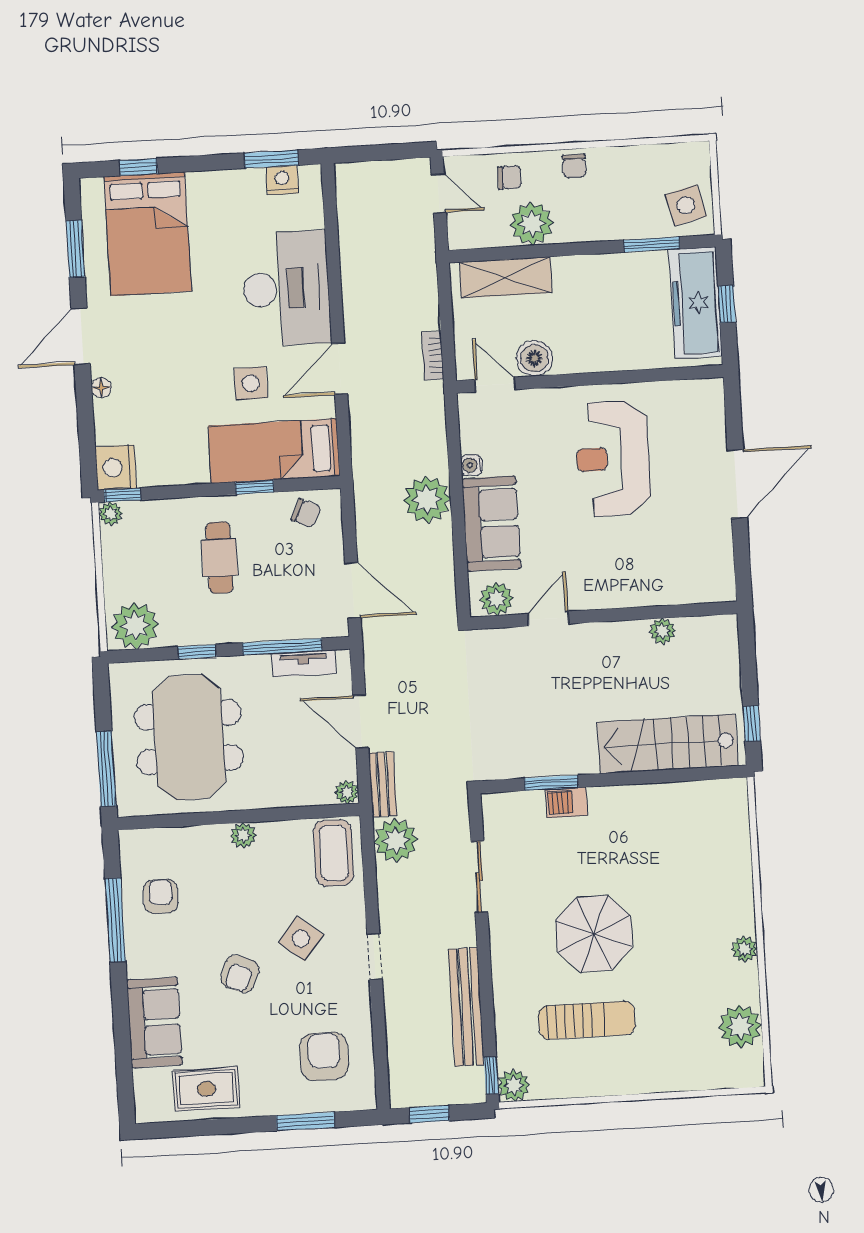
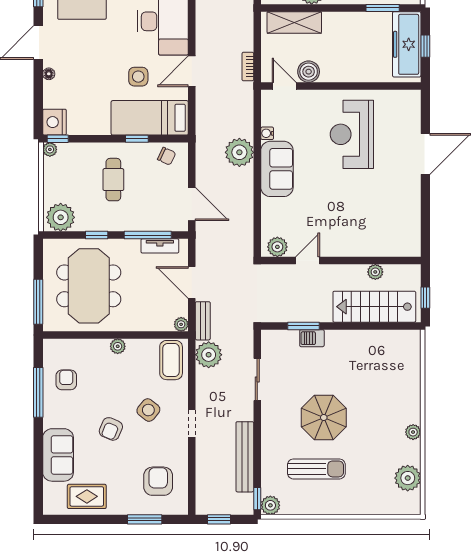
plant: (497, 599) -> (277, 247), moved
wall: (604, 615) -> (341, 260), moved
door: (548, 619) -> (308, 260), moved
plant: (662, 631) -> (375, 272), moved

